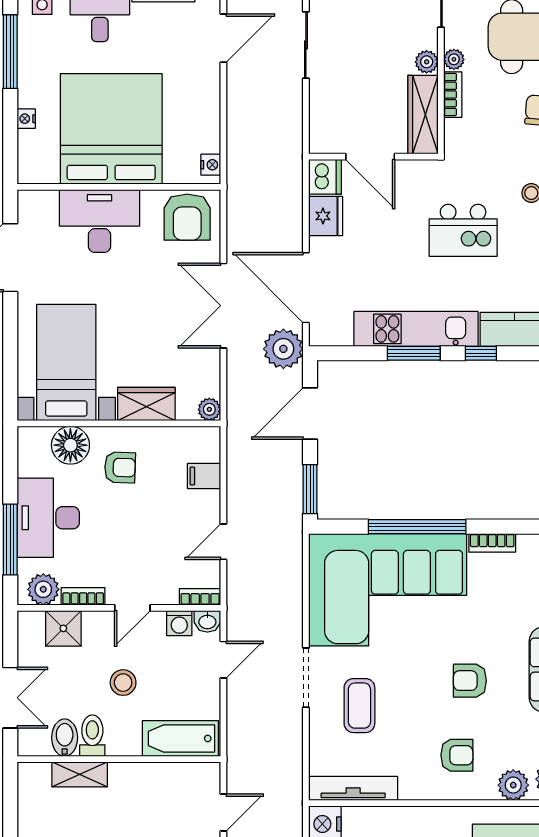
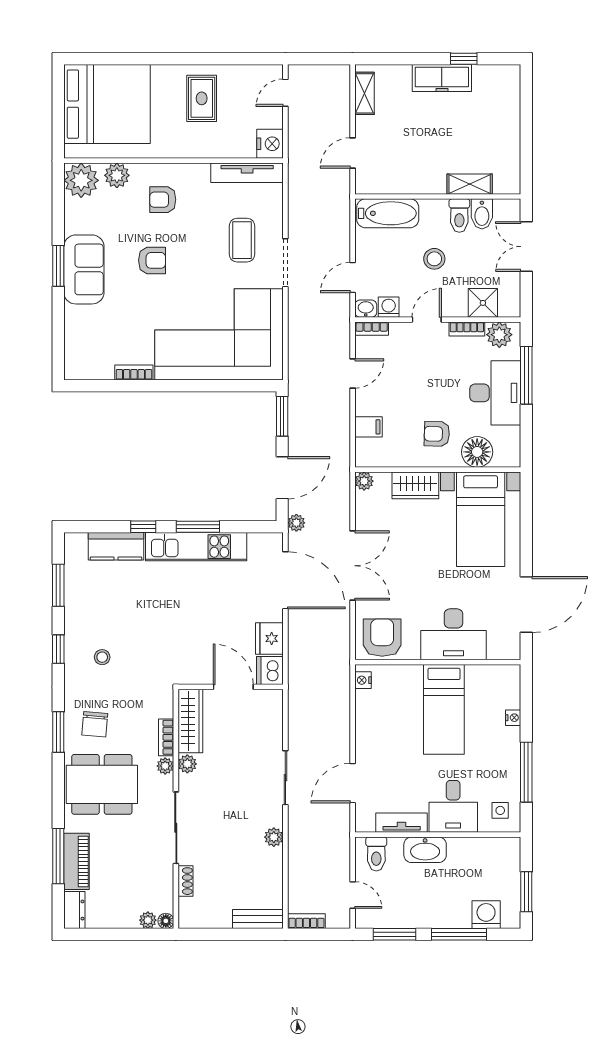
bed: (111, 129) -> (444, 709), width x0.49
kitchen island: (463, 230) -> (158, 627), removed
plant: (283, 349) -> (296, 523), width x0.53, depth x0.53
window: (417, 527) -> (195, 386), removed

